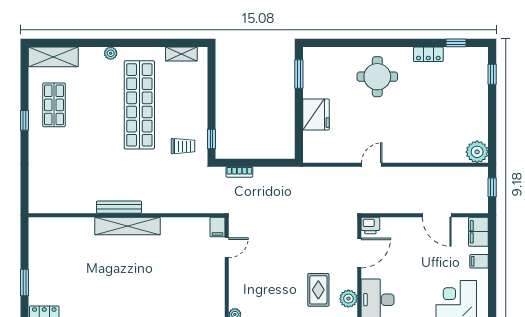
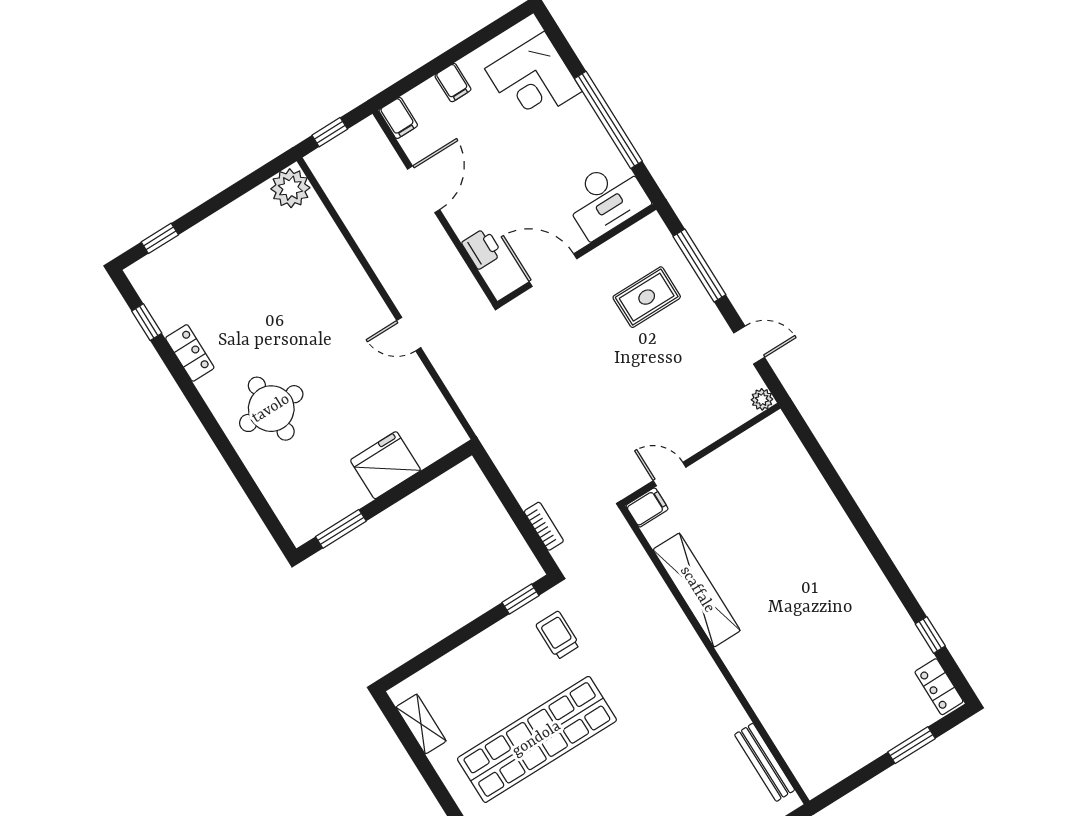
bench: (119, 207) -> (765, 762), moved
shelving: (127, 226) -> (697, 590), moved
printer: (370, 226) -> (482, 249), moved
filing cabinet: (478, 232) -> (398, 118), width x0.50
plant: (348, 299) -> (632, 244), removed

